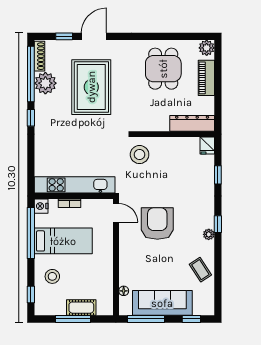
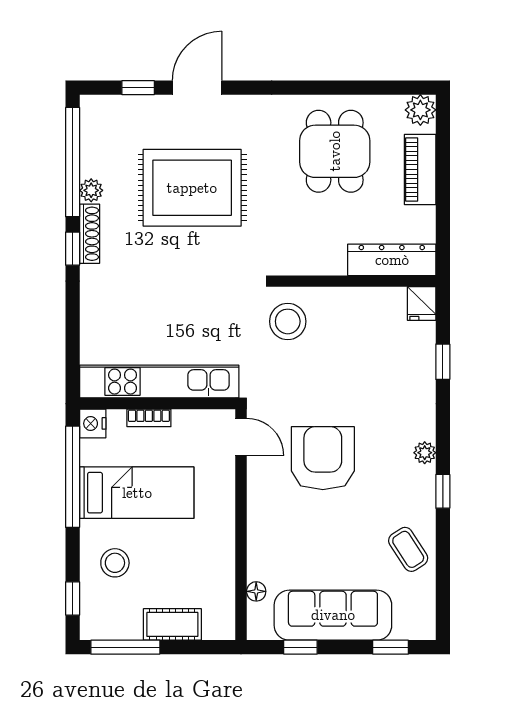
shoe rack: (40, 56) -> (90, 234), moved
plant: (45, 83) -> (91, 190), width x0.53, depth x0.53
rug: (91, 87) -> (192, 188), turned 90
window: (218, 224) -> (443, 491), moved
plant: (209, 234) -> (425, 453), moved
window: (73, 319) -> (125, 647), moved
window: (146, 319) -> (300, 647), width x0.46

